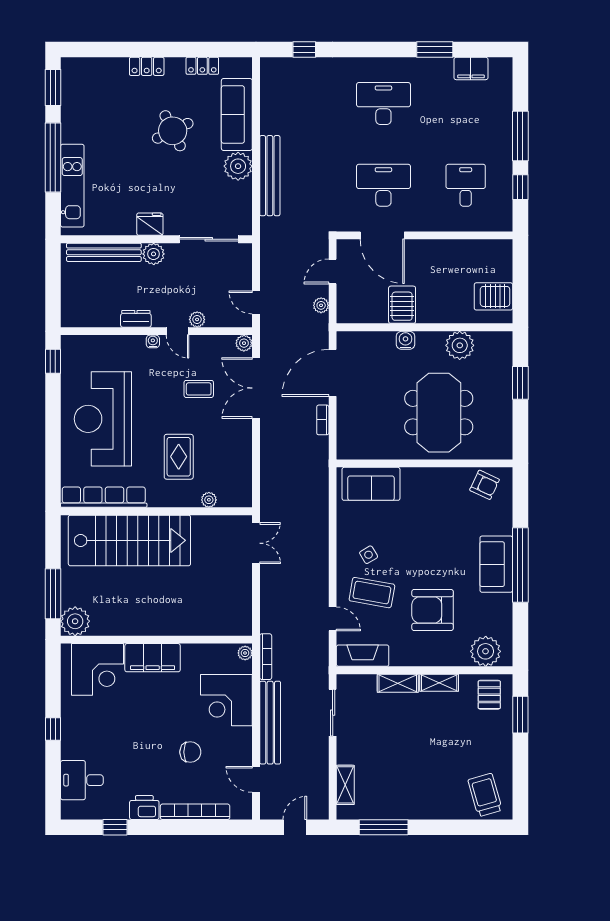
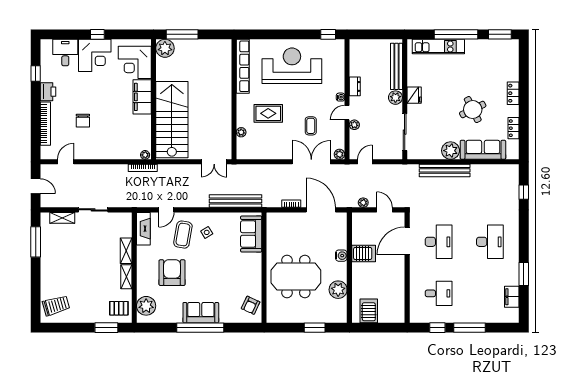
stairs: (129, 540) -> (172, 120), moved, turned 180
corner desk: (226, 700) -> (95, 55), moved, turned 180
sliding door: (333, 713) -> (93, 210), moved
bench: (270, 723) -> (235, 201), moved

